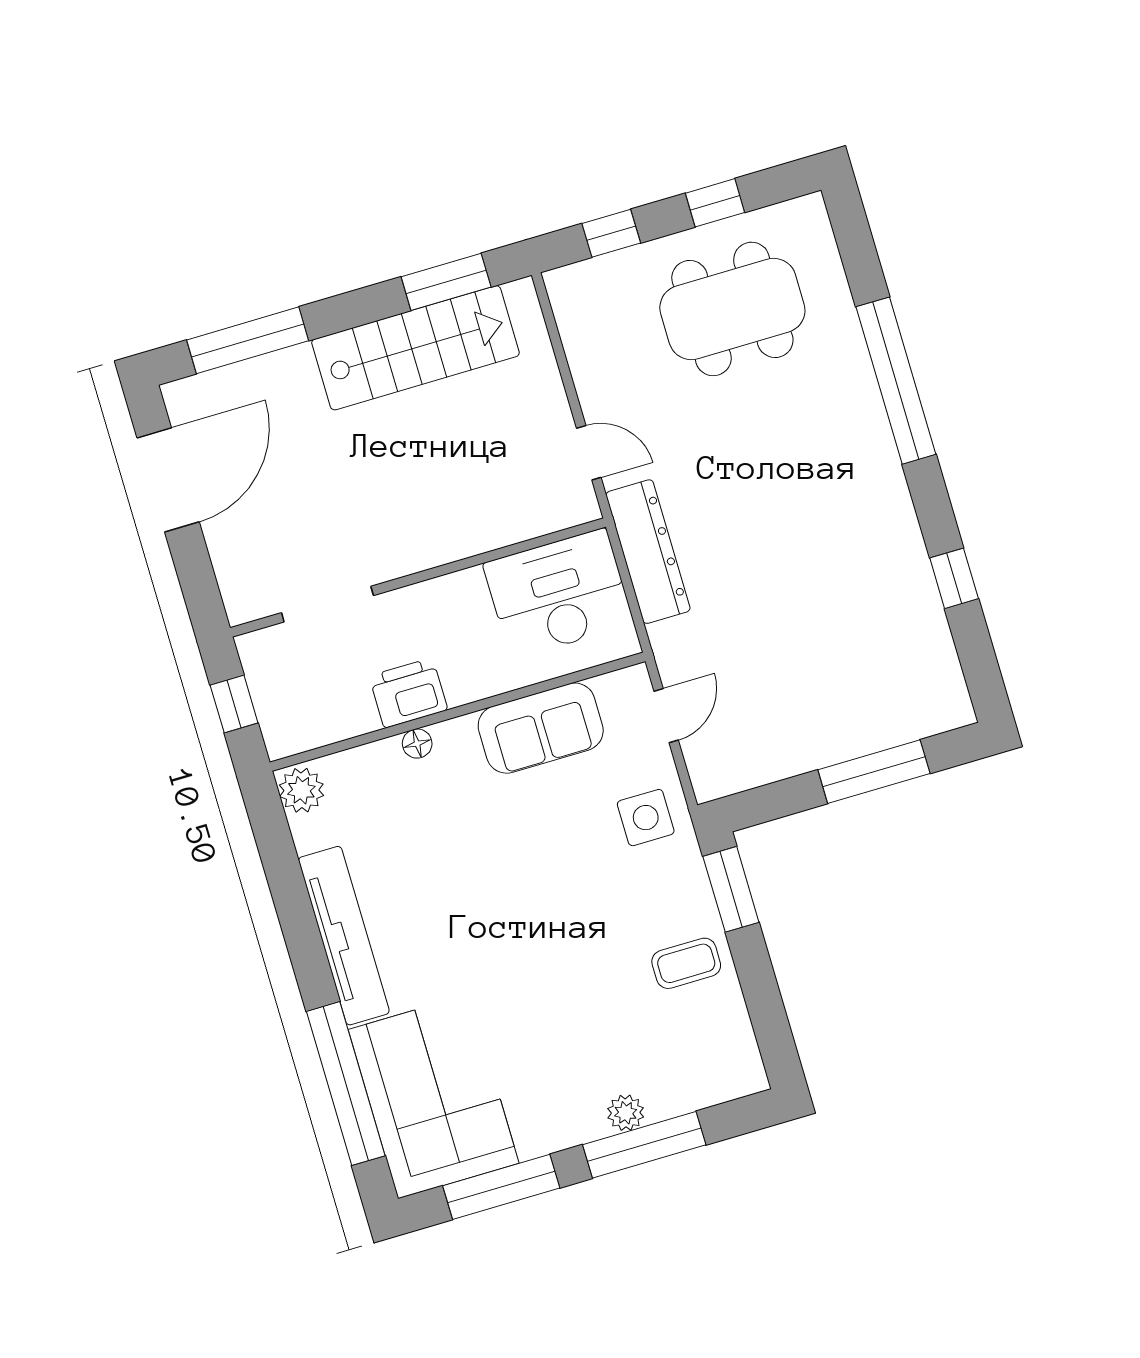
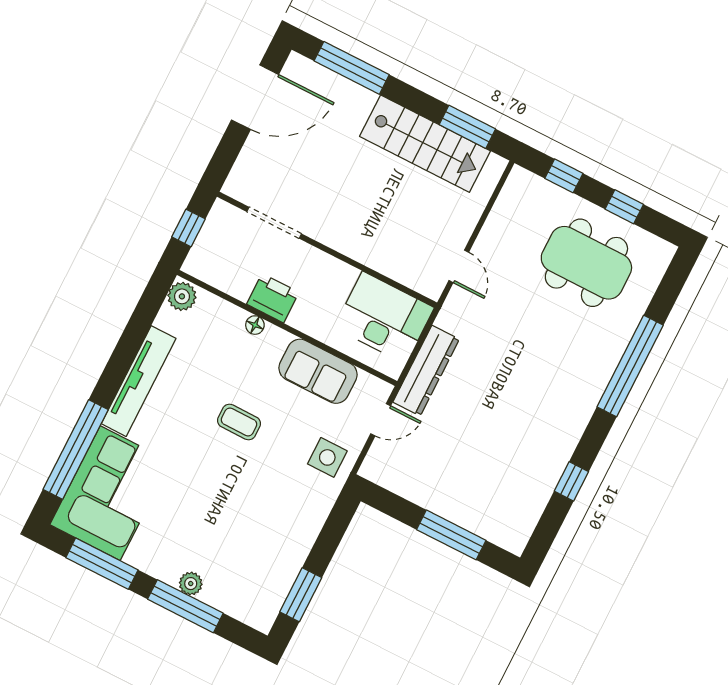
dresser: (648, 552) -> (426, 371), moved
window: (731, 889) -> (301, 595), moved
coffee table: (686, 963) -> (239, 422), moved

